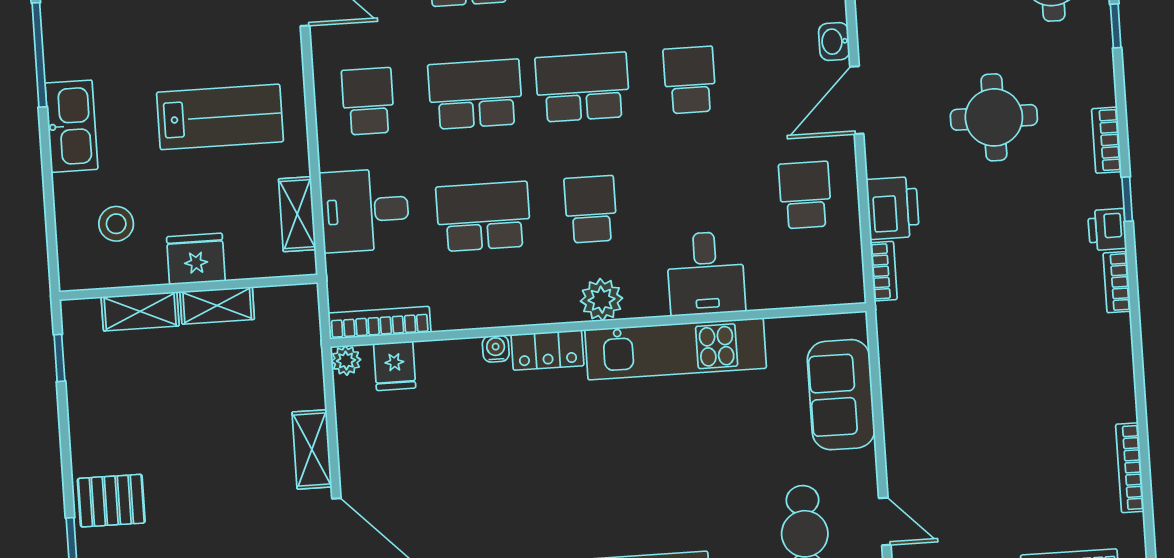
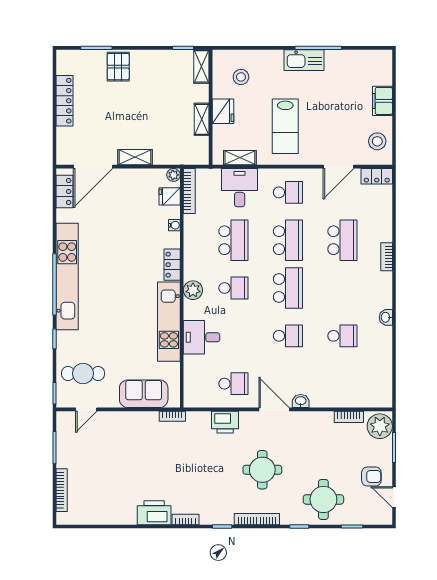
kitchen sink: (72, 126) -> (304, 60), moved
bookcase: (1107, 140) -> (257, 519), width x1.56
printer: (1107, 229) -> (154, 513), moved, width x1.87, depth x1.48
bookcase: (884, 271) -> (172, 416), moved
shelving: (140, 311) -> (201, 66), moved
water cooler: (496, 349) -> (174, 225), moved
bookcase: (1130, 468) -> (103, 520), removed

